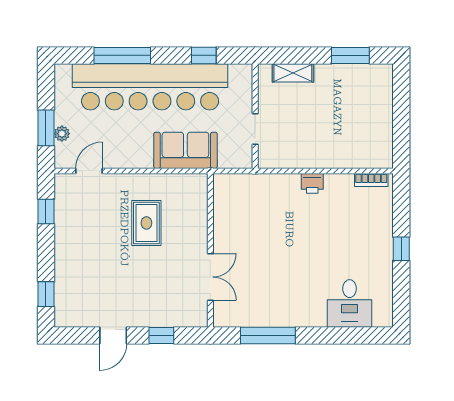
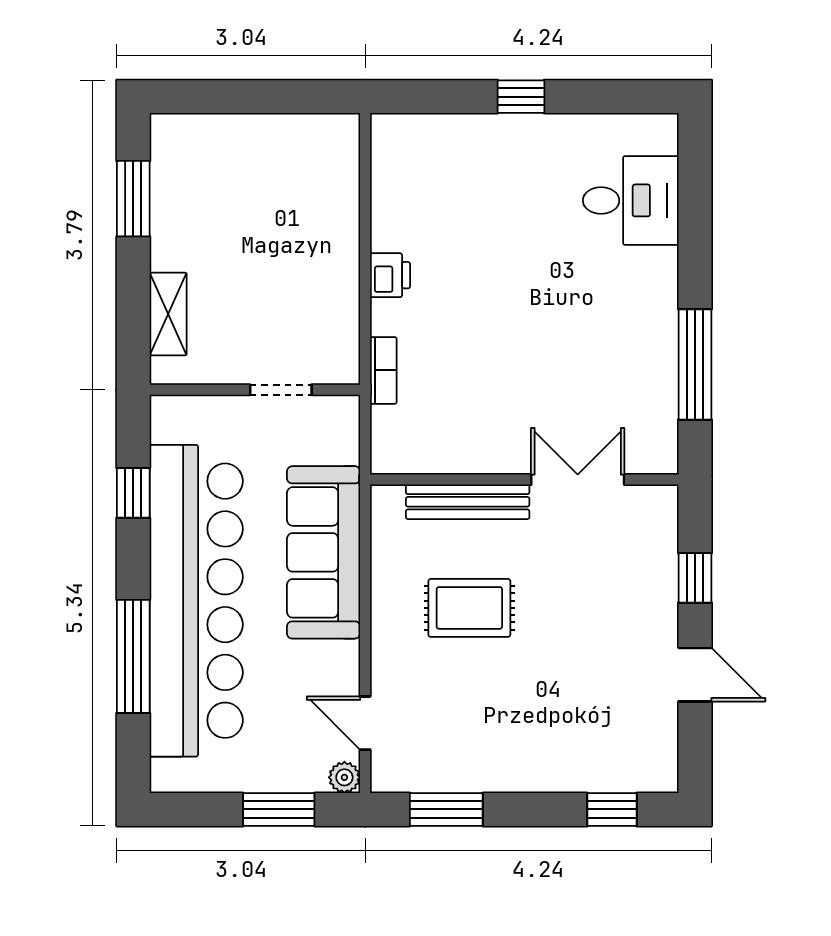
plant: (62, 134) -> (344, 777), moved
sofa: (185, 150) -> (324, 552), width x1.36
bookcase: (371, 180) -> (383, 370), moved
window: (46, 211) -> (446, 809), width x1.50
bench: (199, 222) -> (468, 502), added

